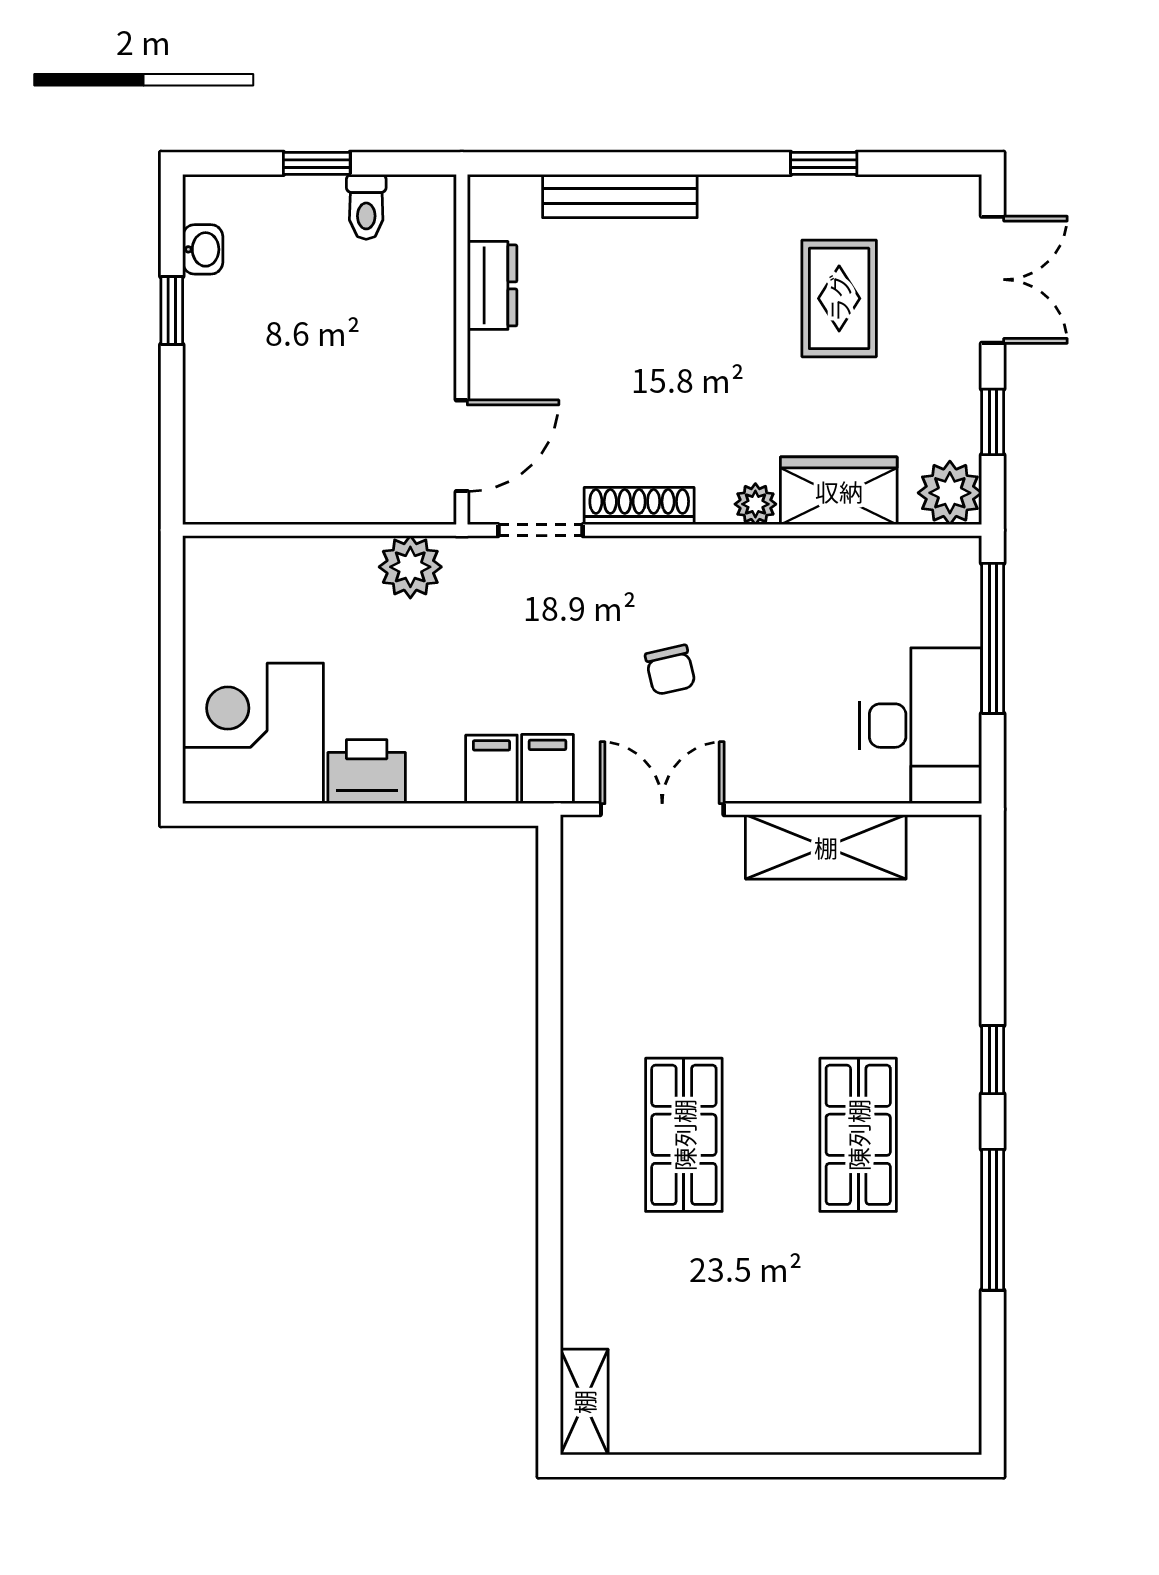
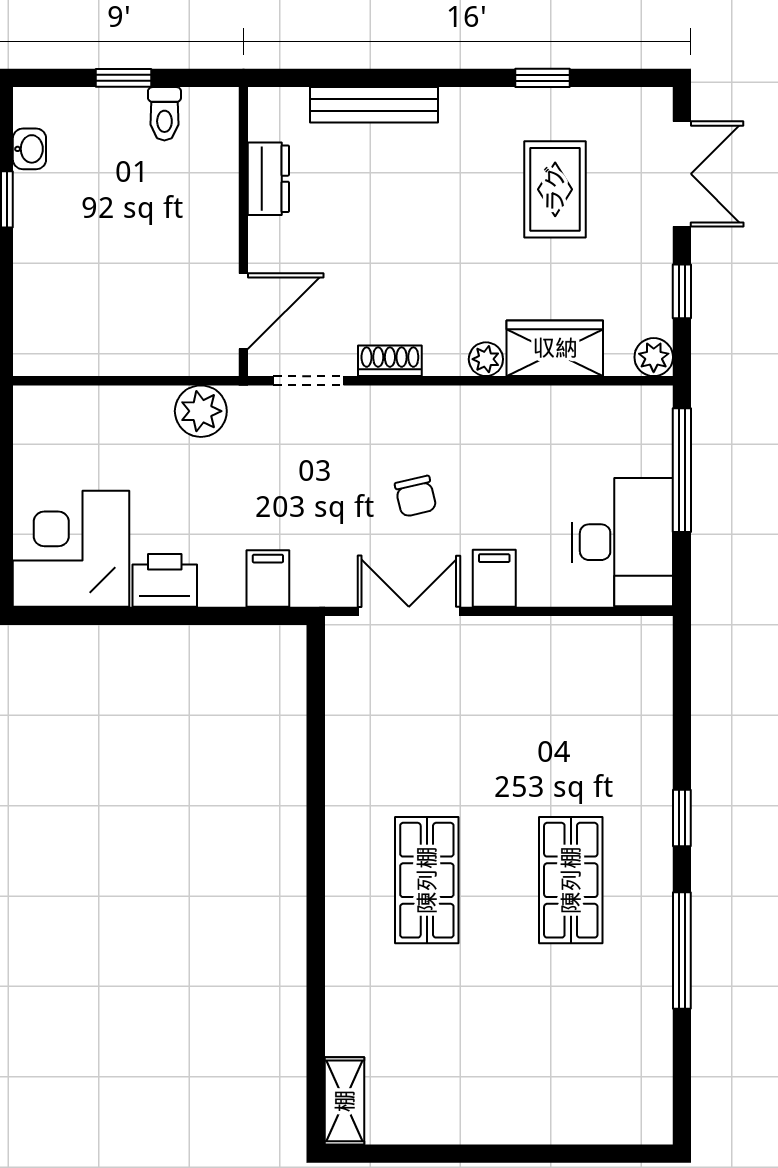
plant: (950, 493) -> (654, 357), width x0.73, depth x0.73
shoe rack: (639, 506) -> (390, 361), width x0.70
filing cabinet: (548, 769) -> (494, 578), moved
shelving: (826, 847) -> (544, 642), removed

